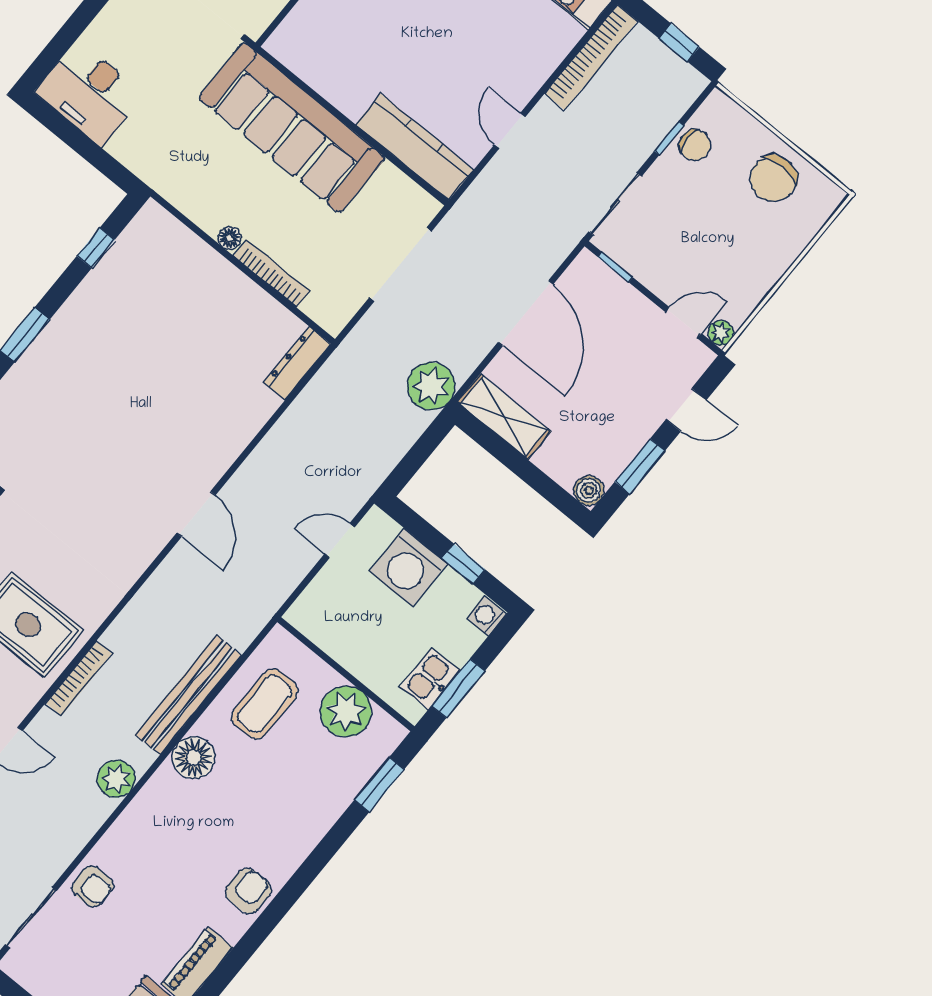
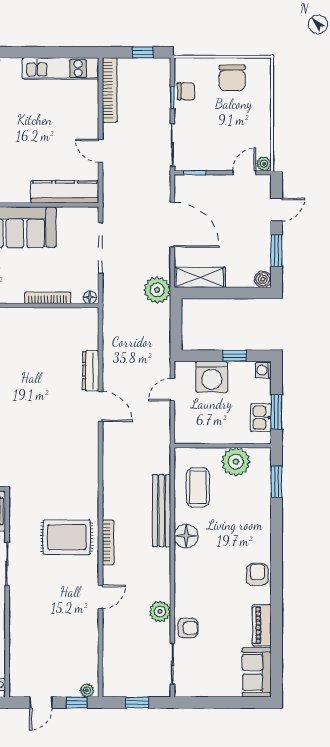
floor lamp: (230, 238) -> (90, 297), moved
dresser: (297, 363) -> (91, 371), moved
door: (196, 514) -> (100, 406), moved
plant: (116, 779) -> (160, 612), moved

